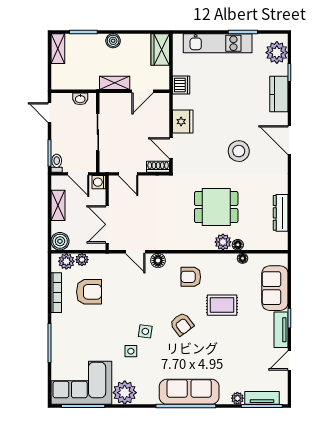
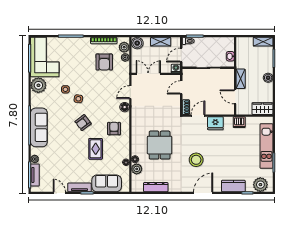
door: (50, 113) -> (221, 36), removed
plant: (223, 242) -> (137, 169), moved

